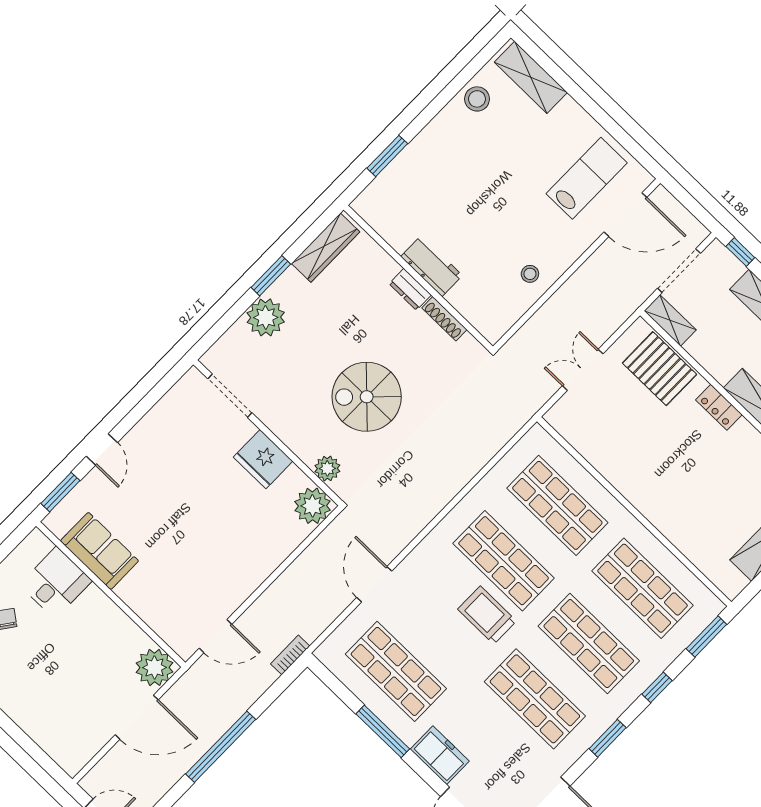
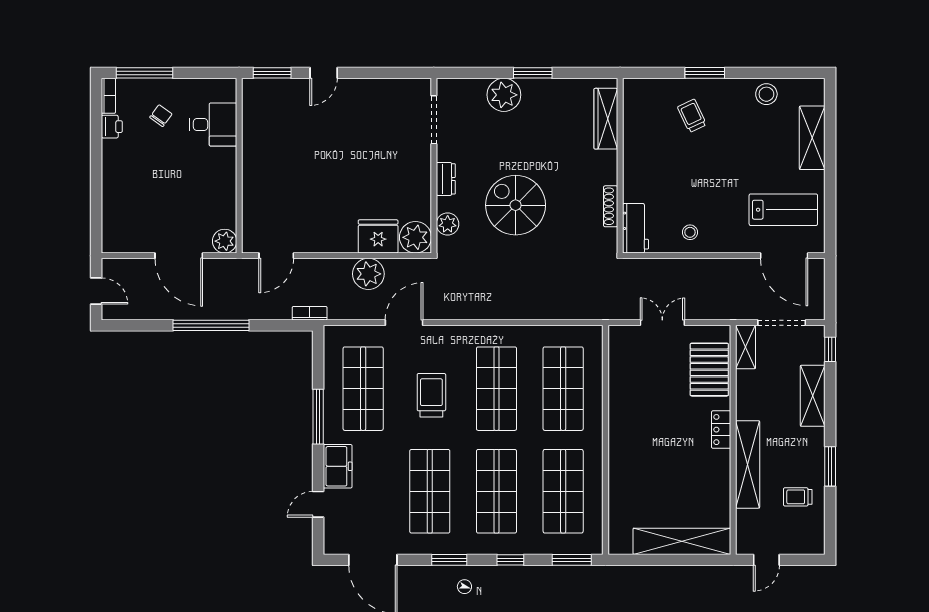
shelving: (531, 77) -> (812, 138), moved
window: (387, 156) -> (705, 73), moved
trolley: (435, 178) -> (692, 116), added
wardrobe: (326, 248) -> (606, 119), moved, turned 90
workbench: (432, 266) -> (636, 228), moved
dresser: (410, 289) -> (446, 179), moved, turned 180
fridge: (263, 459) -> (378, 236), moved, turned 90
sofa: (99, 551) -> (259, 133), removed
plant: (305, 574) -> (368, 274), added
trolley: (487, 615) -> (431, 395), moved
door: (215, 636) -> (276, 256), hinge flipped
plant: (154, 667) -> (225, 241), width x0.73, depth x0.73

